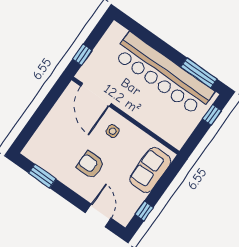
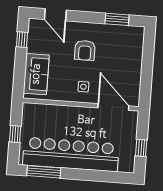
window: (82, 55) -> (141, 148), moved
window: (212, 115) -> (15, 134), moved
armchair: (91, 165) -> (85, 50), turned 90

